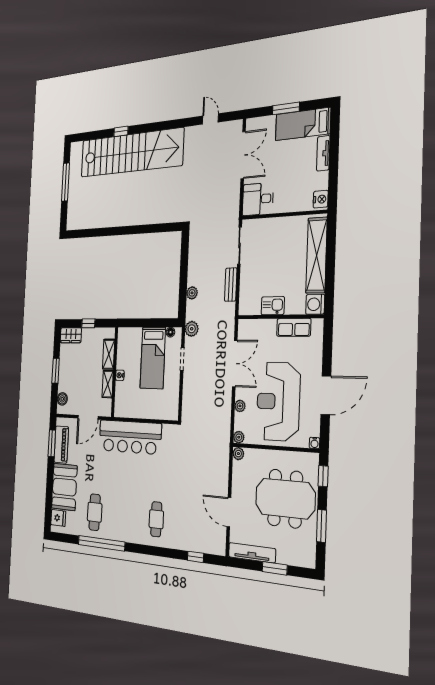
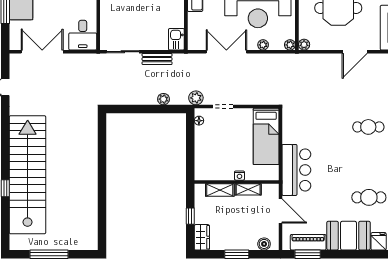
kitchen sink: (273, 306) -> (176, 39), moved
bed: (153, 358) -> (266, 136), moved, turned 90
bar counter: (130, 437) -> (296, 170), width x0.73

